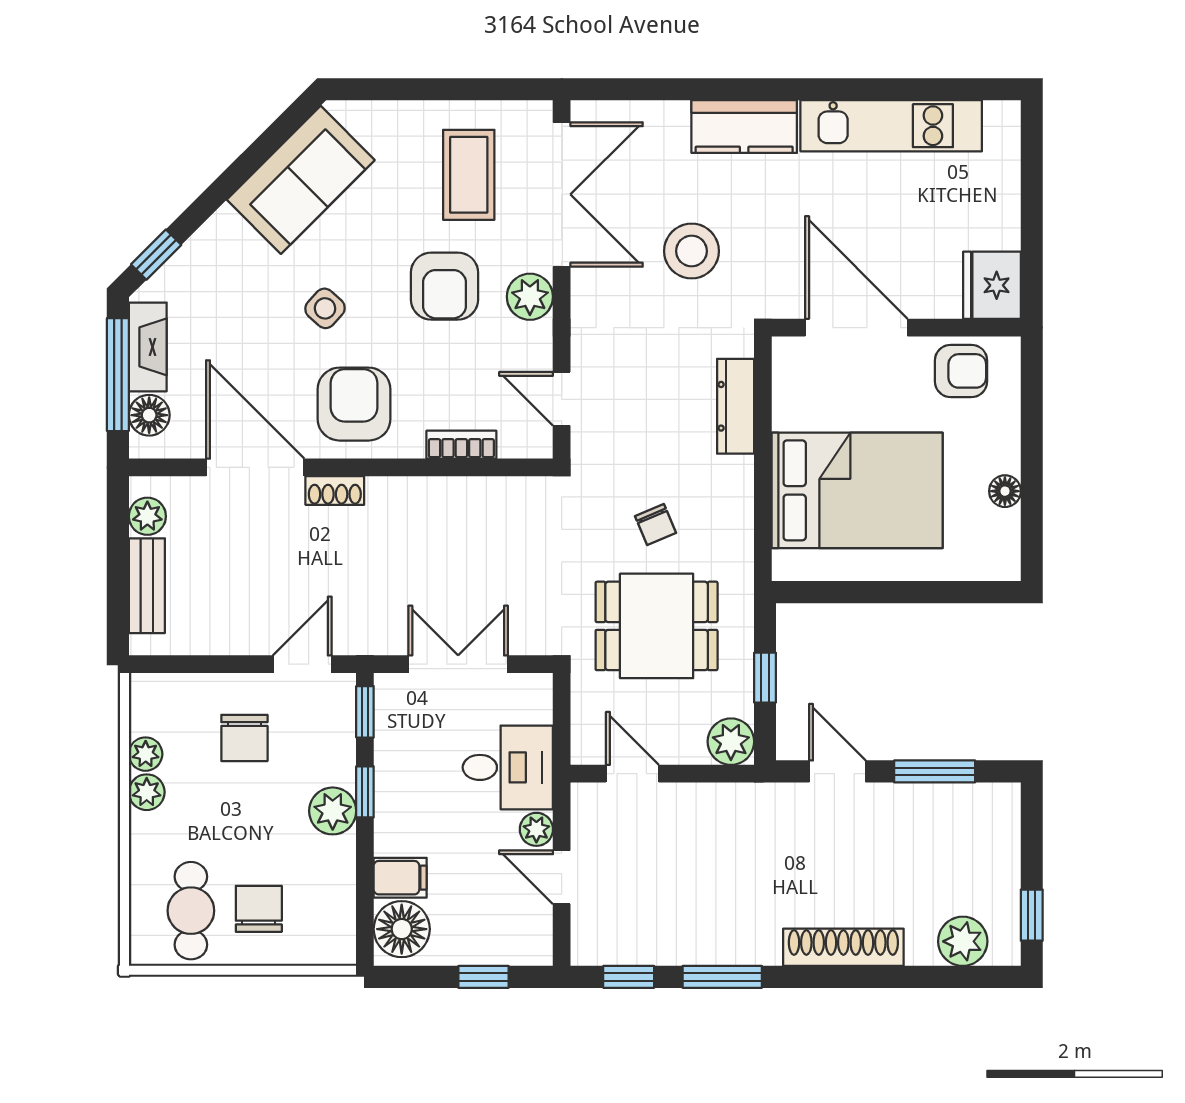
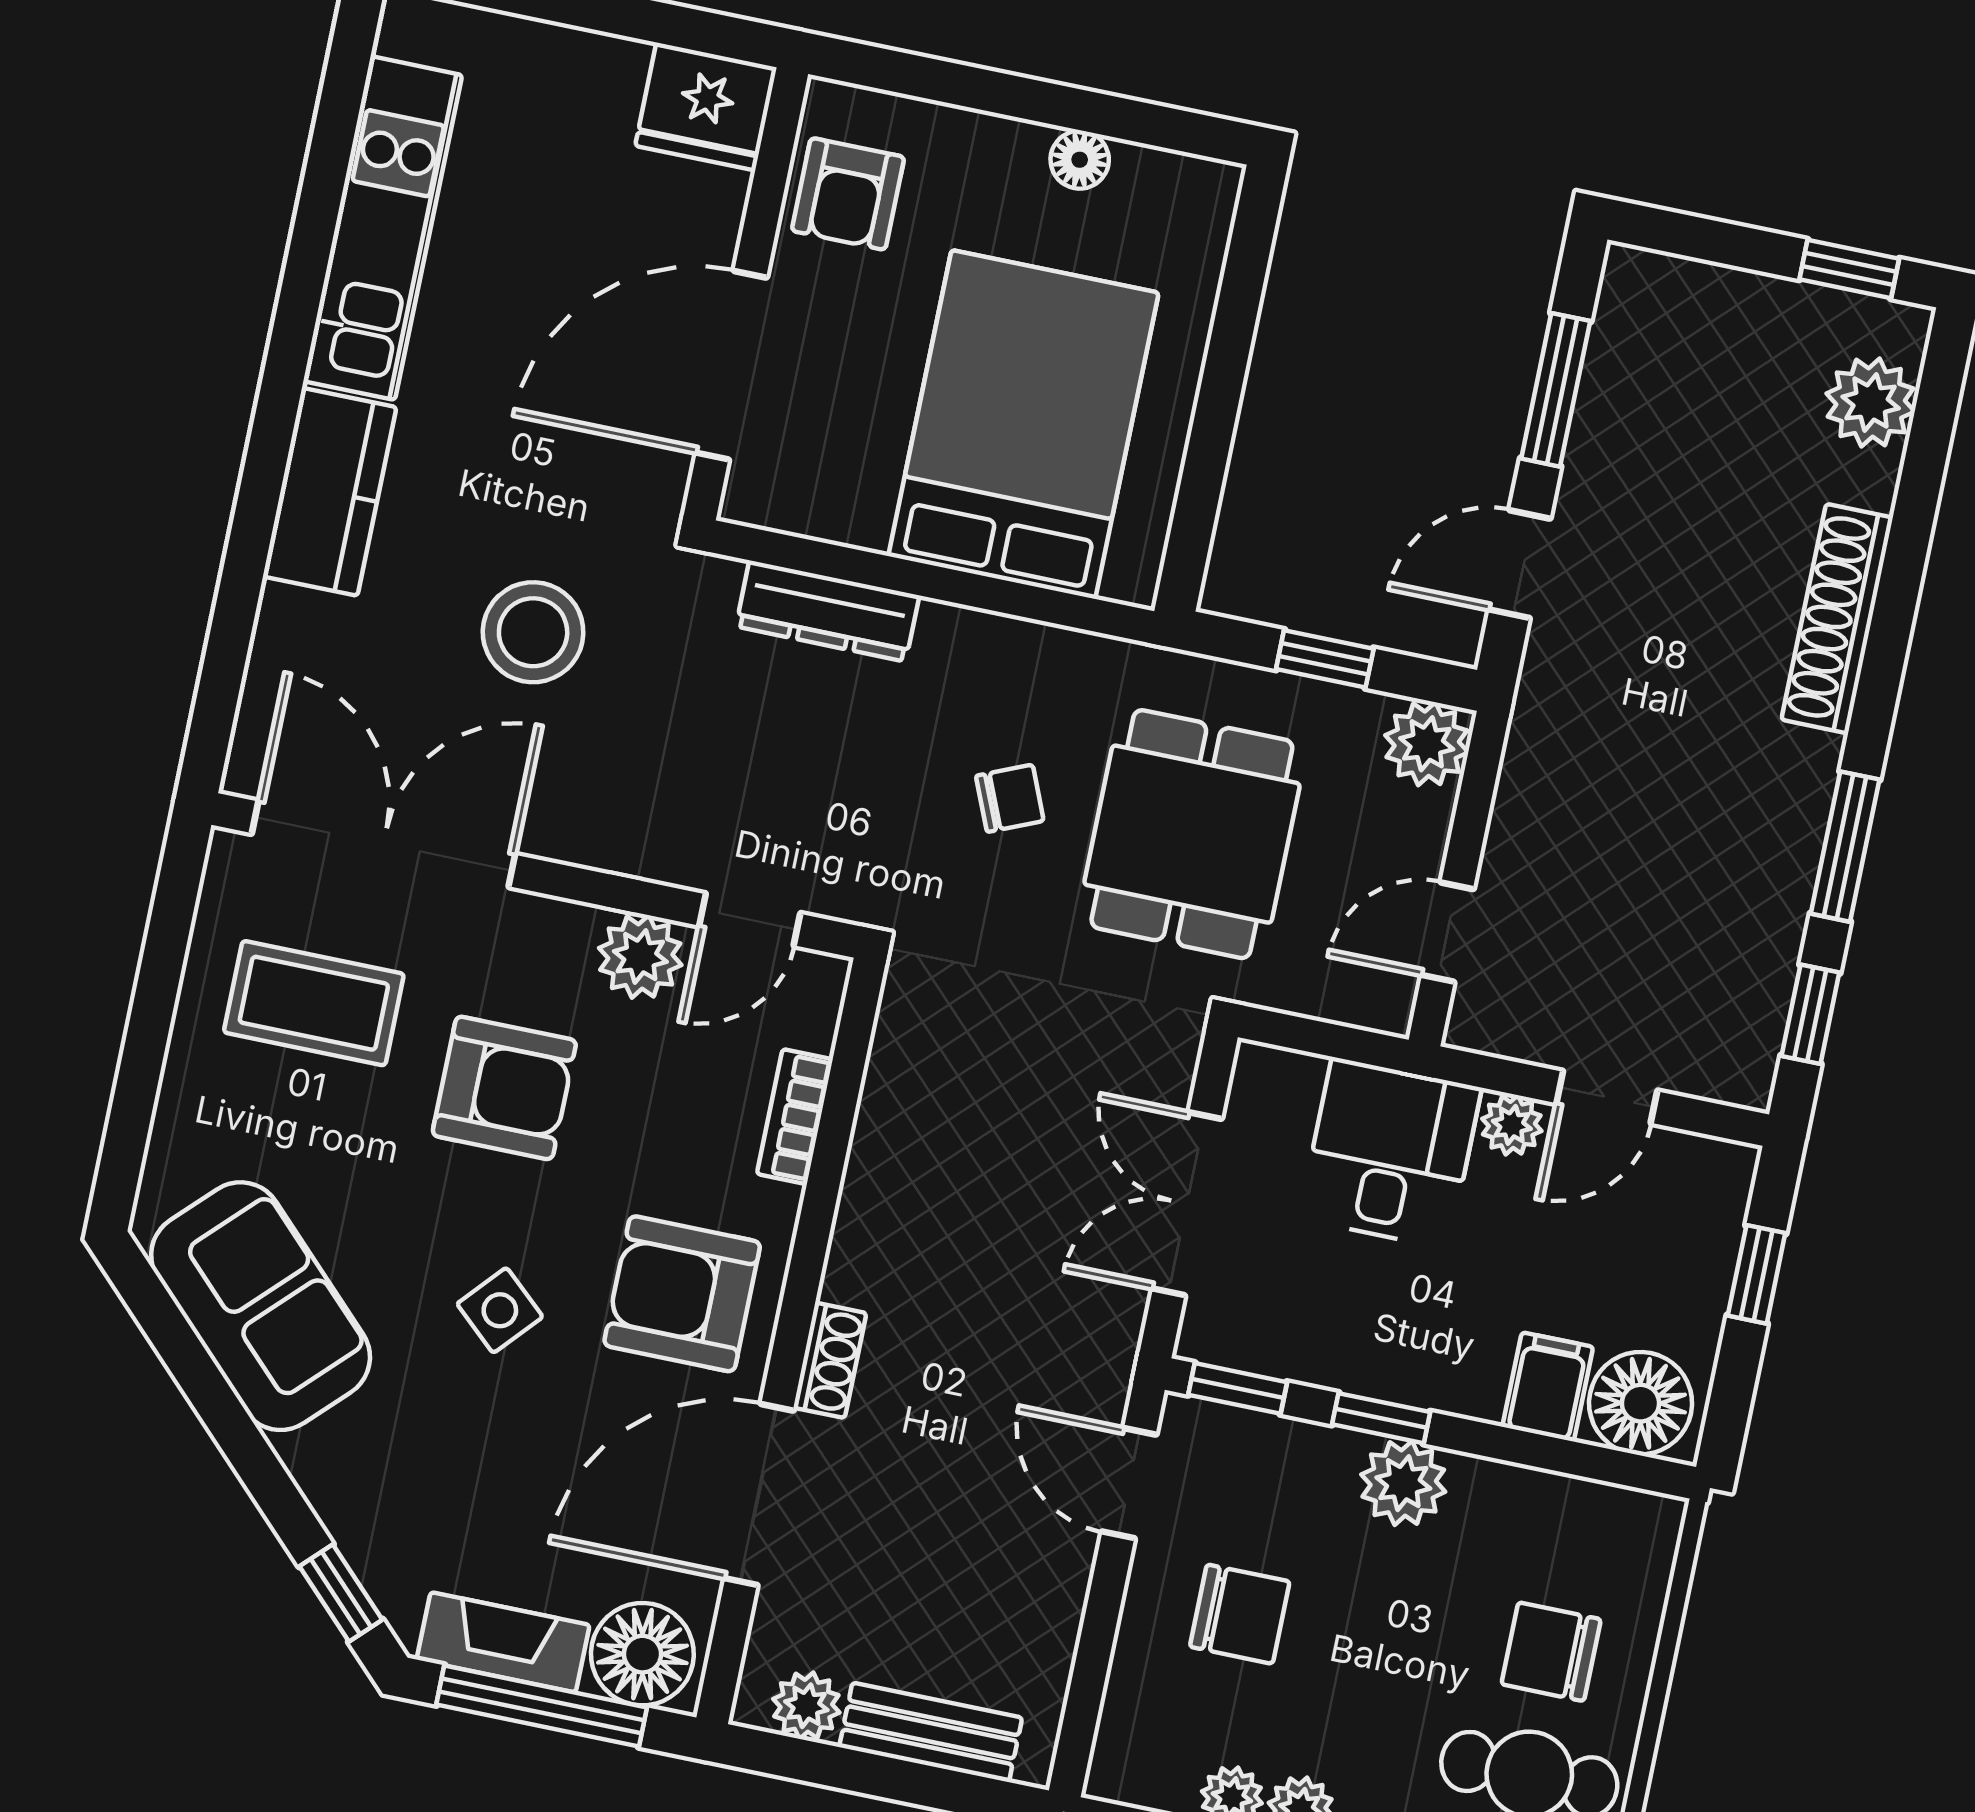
plant: (530, 297) -> (640, 957), moved
armchair: (961, 371) -> (848, 194), turned 180
floor lamp: (149, 415) -> (642, 1654), width x1.38, depth x1.38

